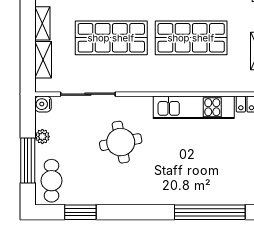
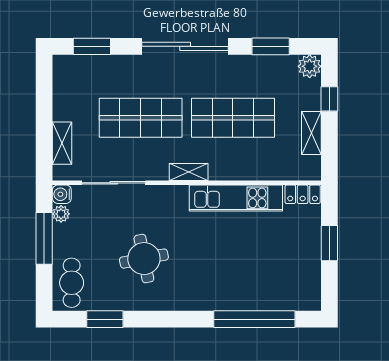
shelving: (42, 23) -> (189, 172), moved, turned 90
plant: (42, 137) -> (61, 214), moved
round table: (121, 142) -> (144, 259), moved
window: (28, 161) -> (44, 238), moved

